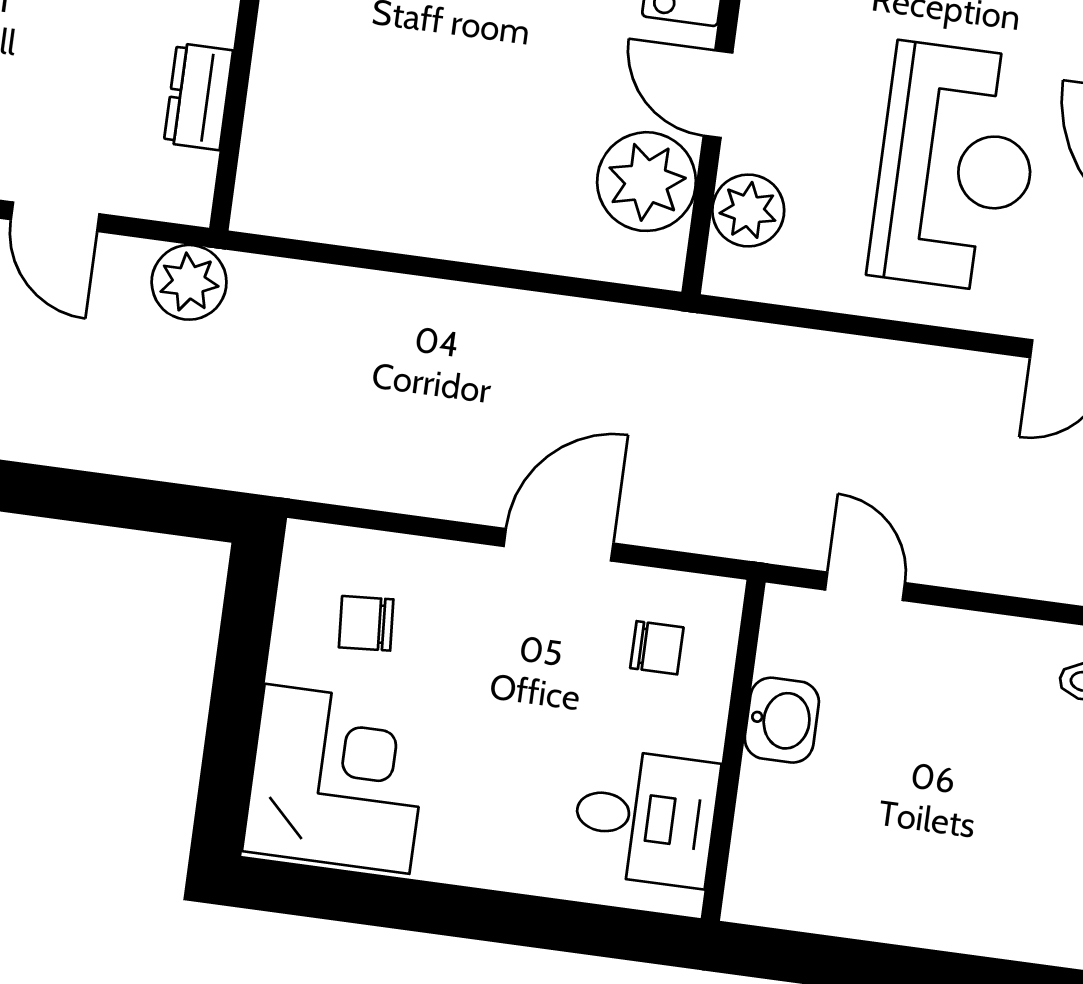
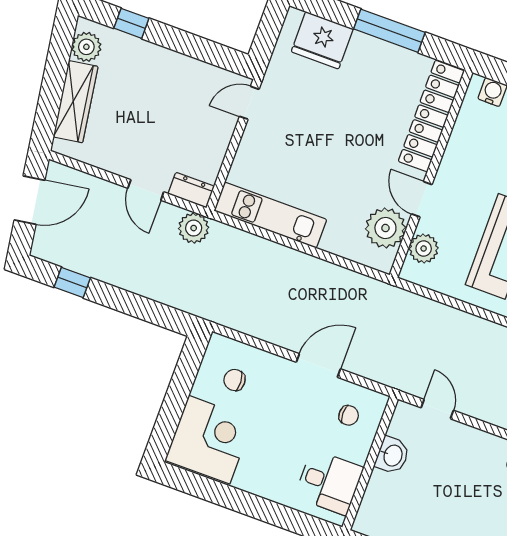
dresser: (198, 97) -> (191, 190), moved, turned 90
kitchen unit: (365, 211) -> (270, 215), added

